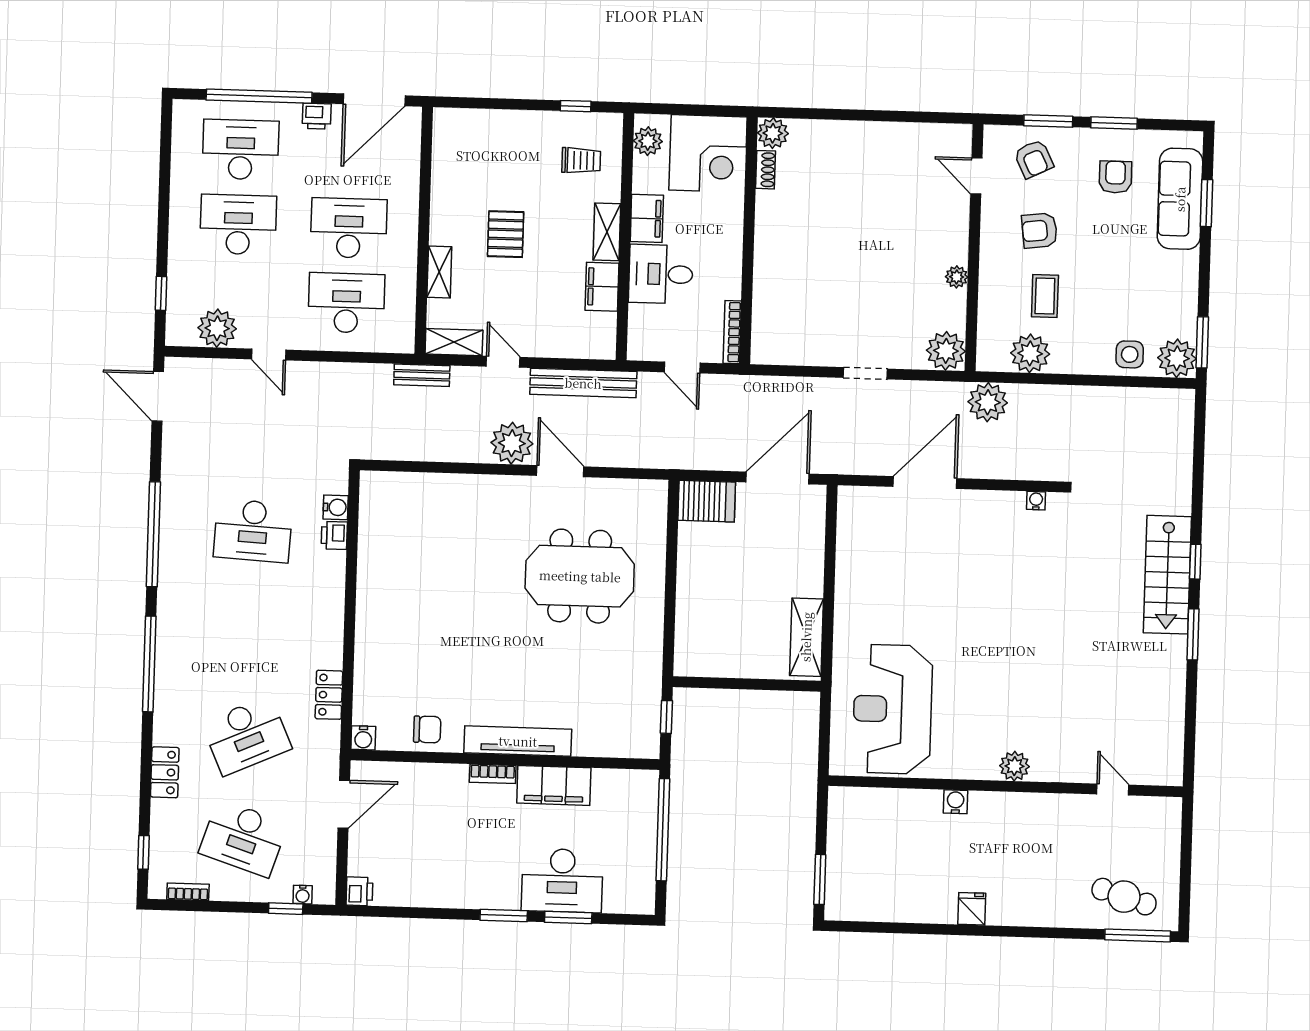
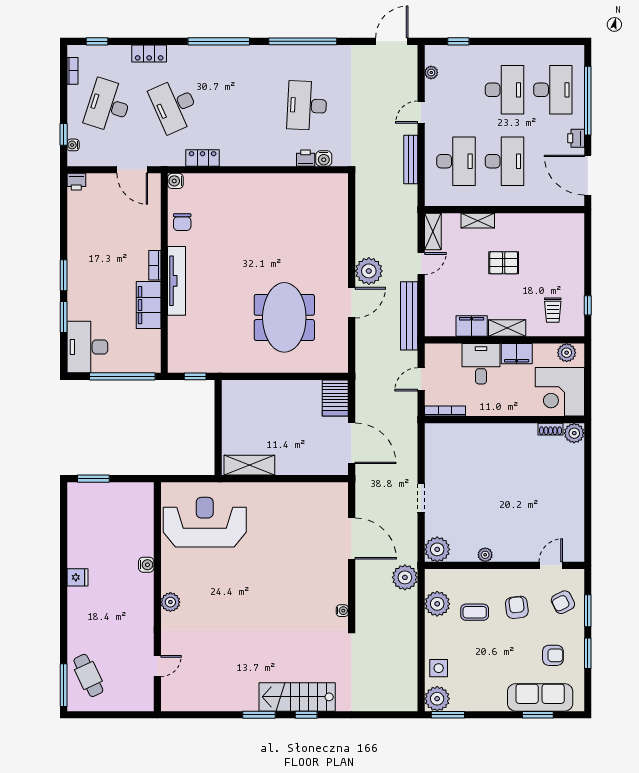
plant: (217, 328) -> (431, 73), width x0.53, depth x0.53
bench: (422, 375) -> (411, 160), moved, width x1.36
desk: (562, 881) -> (87, 347), moved
cafe table: (1124, 897) -> (88, 675), turned -42

